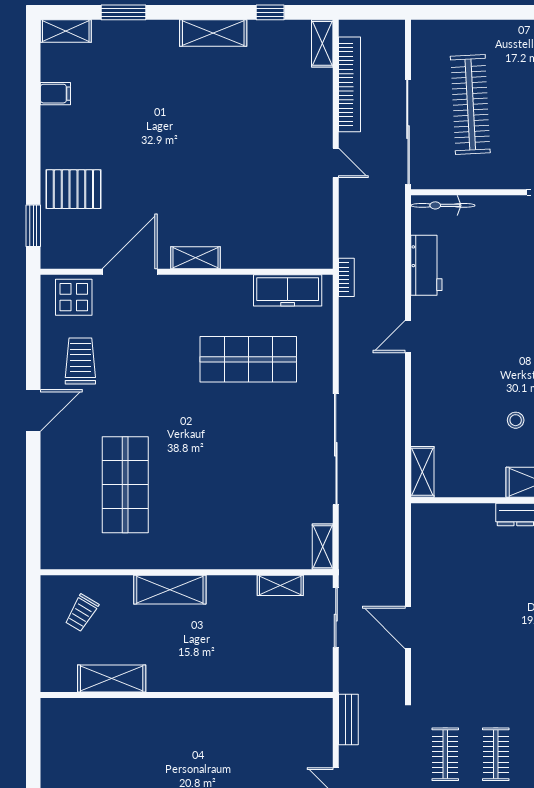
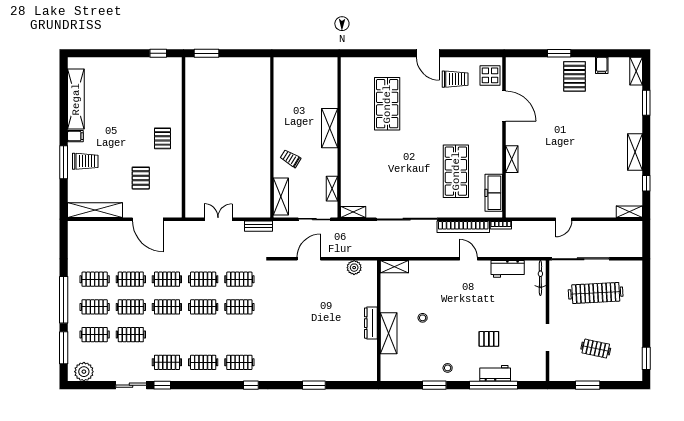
bookcase: (349, 84) -> (463, 227), moved
pallet: (73, 189) -> (575, 76), moved
window: (33, 226) -> (559, 53), moved
shelving: (196, 258) -> (512, 159), moved
shop shelf: (125, 485) -> (387, 104), turned 90
plant: (424, 545) -> (354, 268), added
trolley: (82, 613) -> (290, 158), moved
shelving: (112, 678) -> (281, 196), moved

